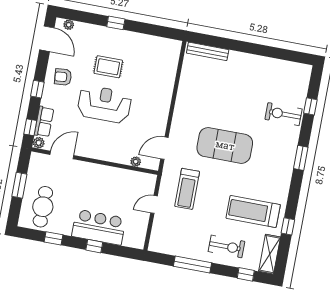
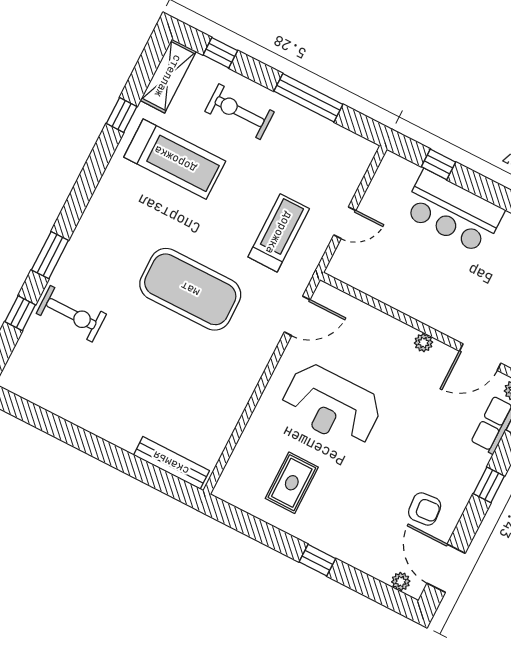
rug: (108, 67) -> (292, 483), moved, turned 90
armchair: (63, 77) -> (425, 509), moved
reception desk: (104, 104) -> (332, 405), moved
window: (301, 158) -> (50, 255), moved
plant: (136, 162) -> (423, 343), moved
window: (94, 246) -> (438, 164), moved

